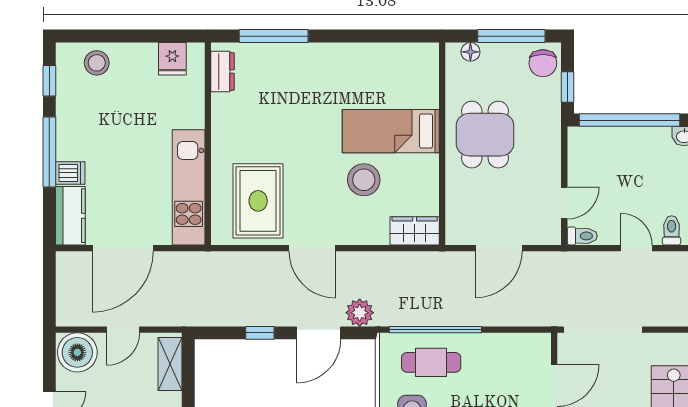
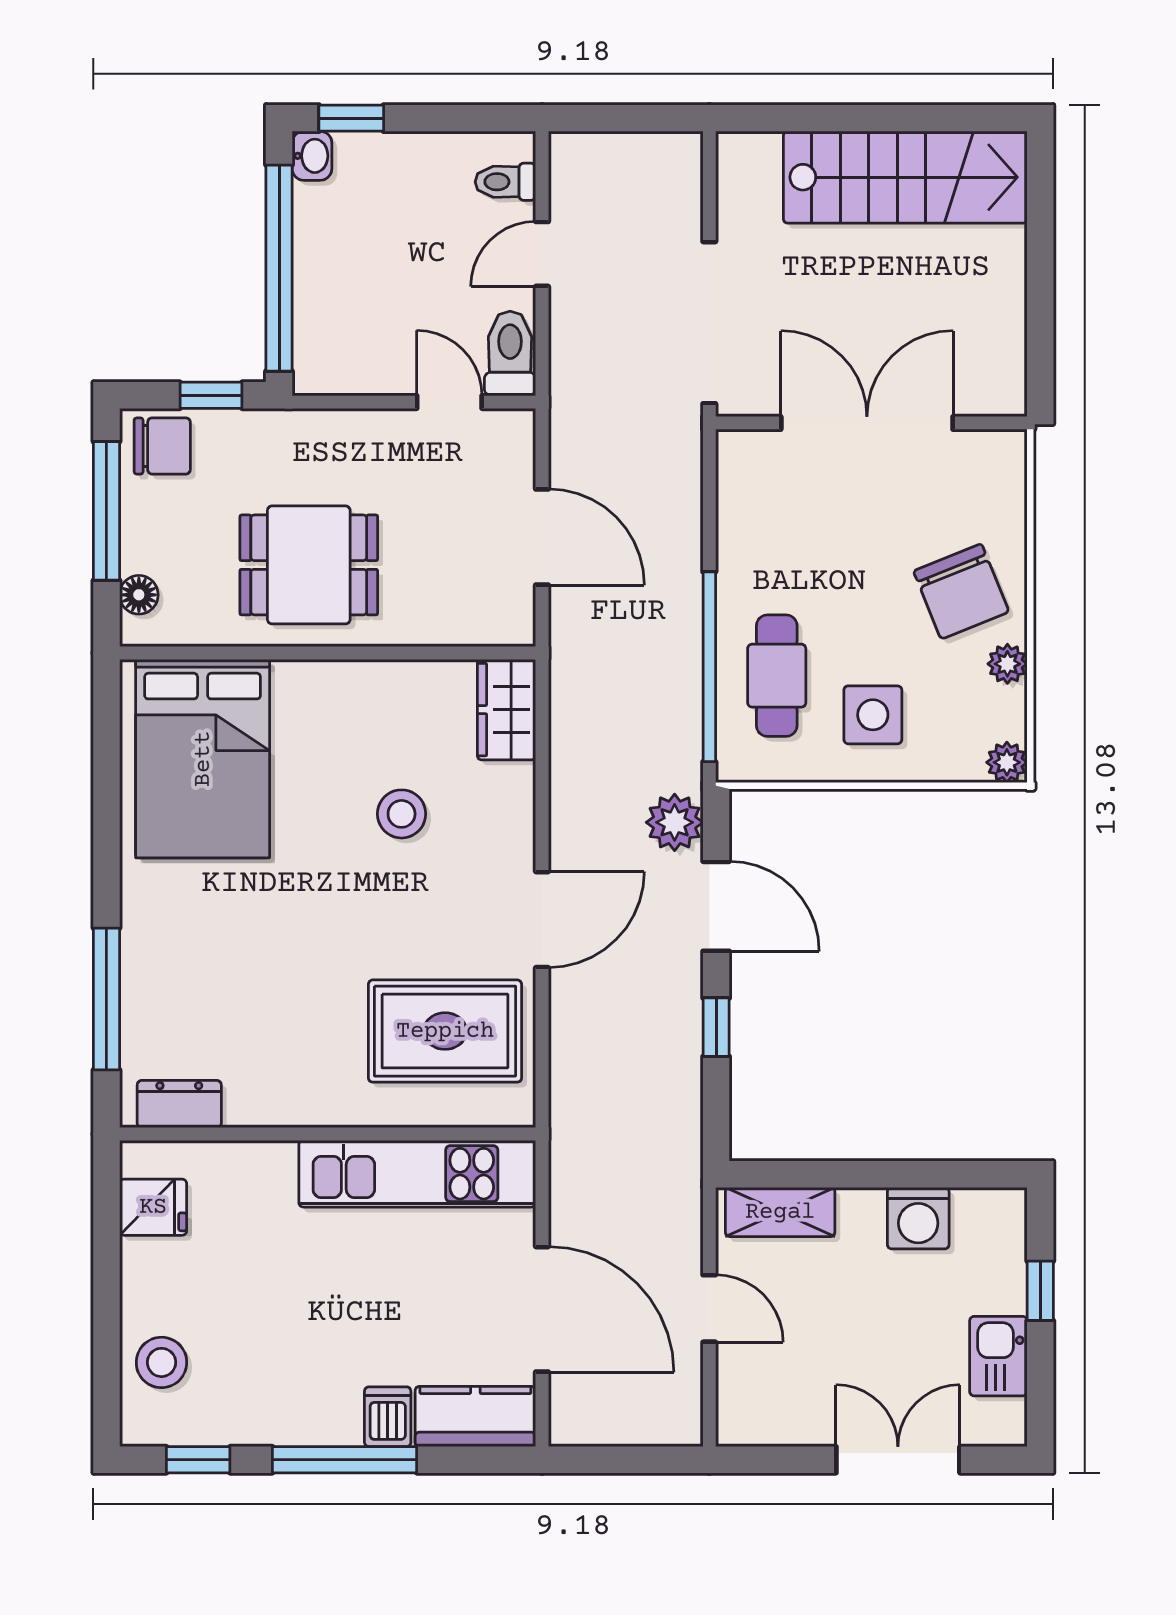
bed: (391, 131) -> (203, 759), moved, width x1.50
stool: (364, 180) -> (402, 814), width x0.73, depth x0.73
toilet: (582, 236) -> (510, 353), width x1.37, depth x1.39
boiler: (77, 352) -> (756, 1402), removed

